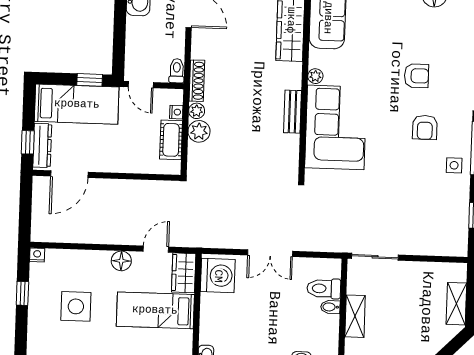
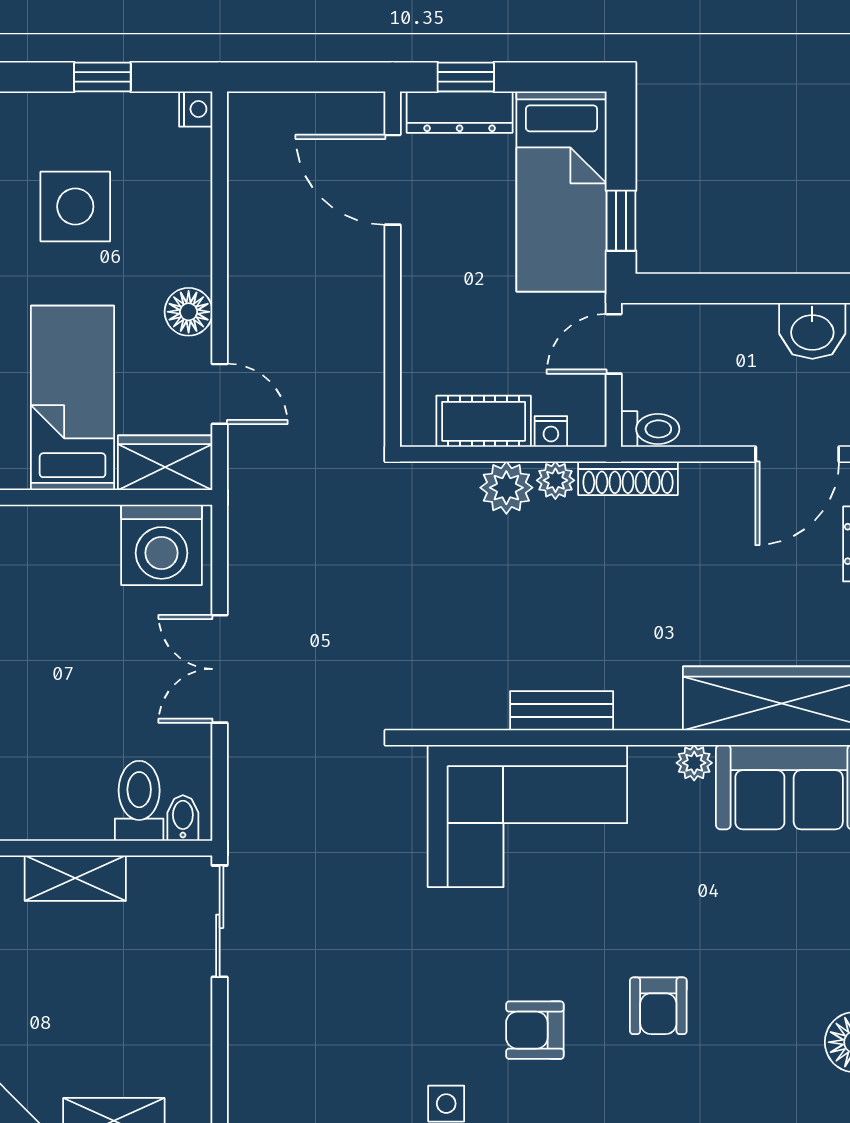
plant: (315, 76) -> (694, 763), moved
bidet: (330, 307) -> (183, 818), moved

